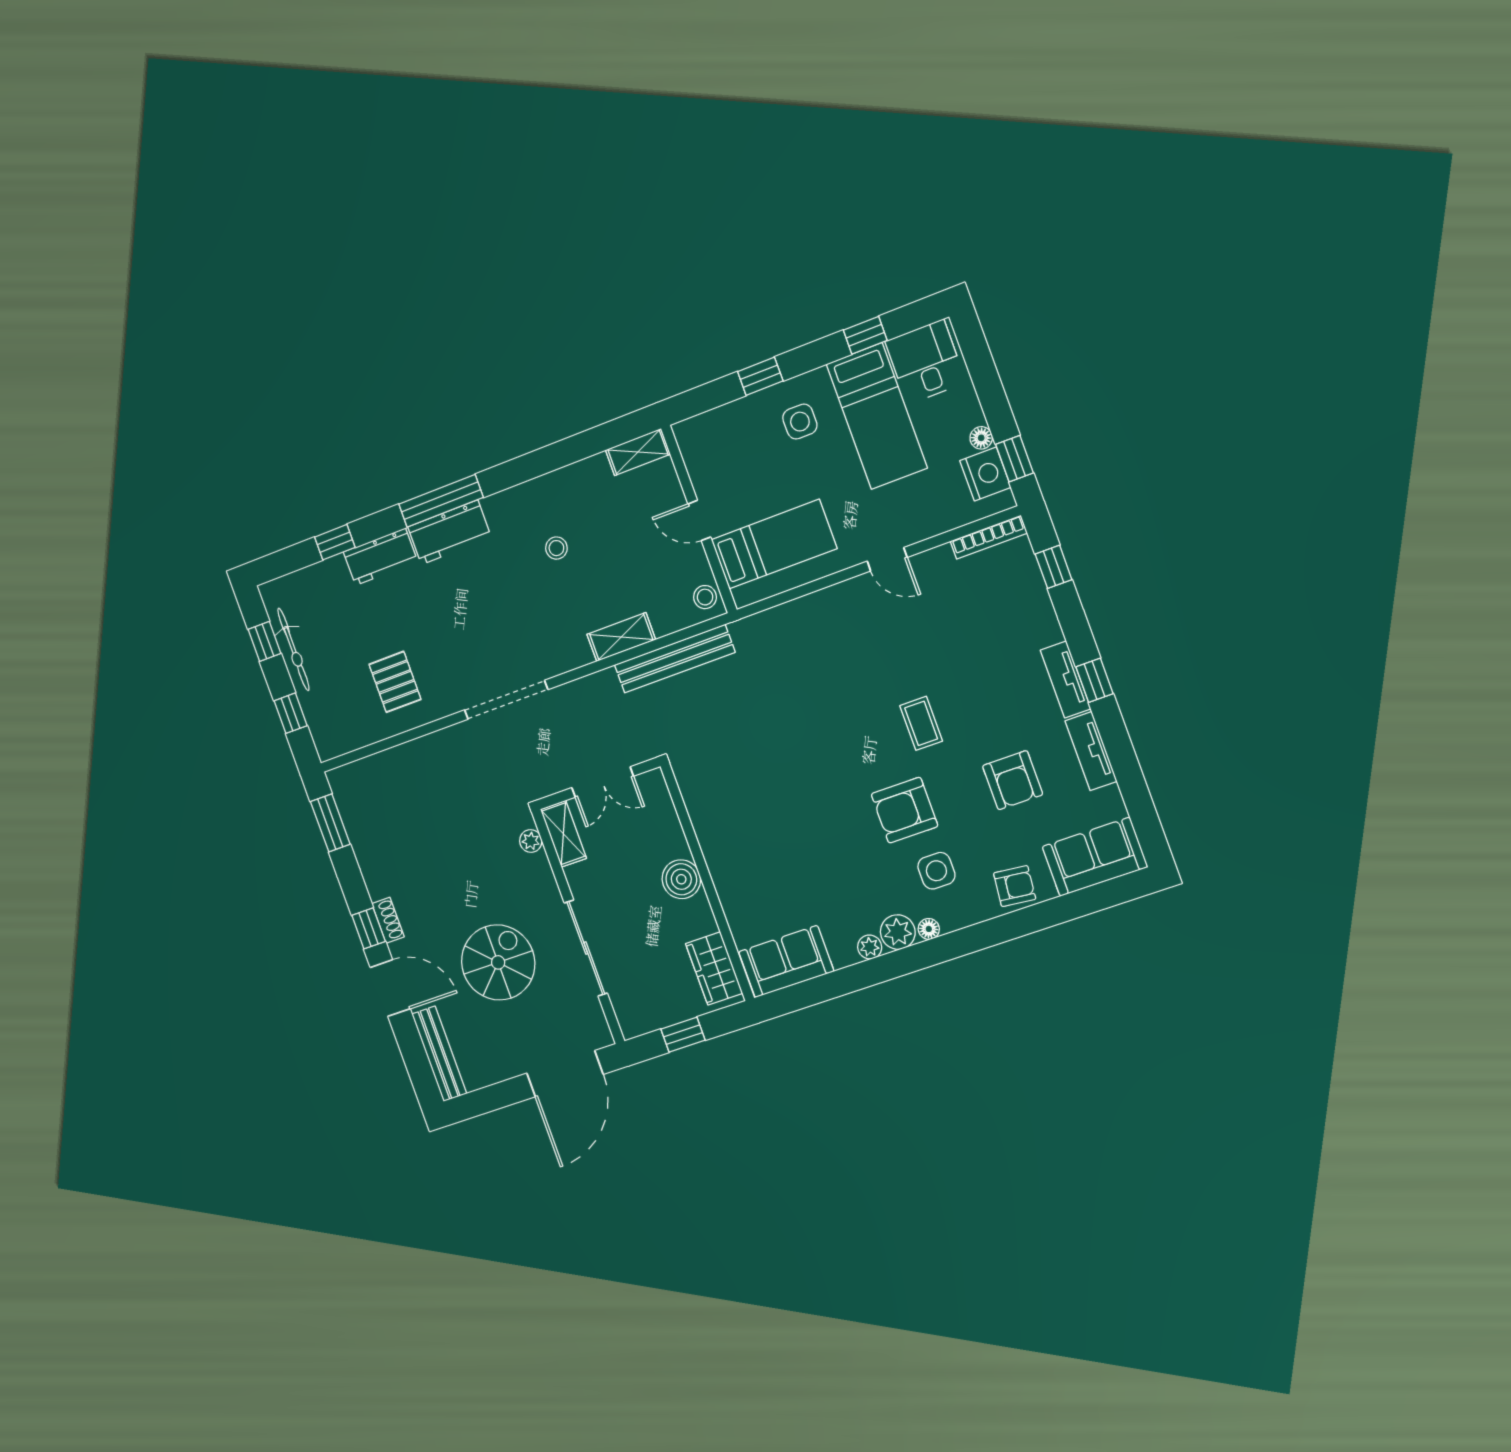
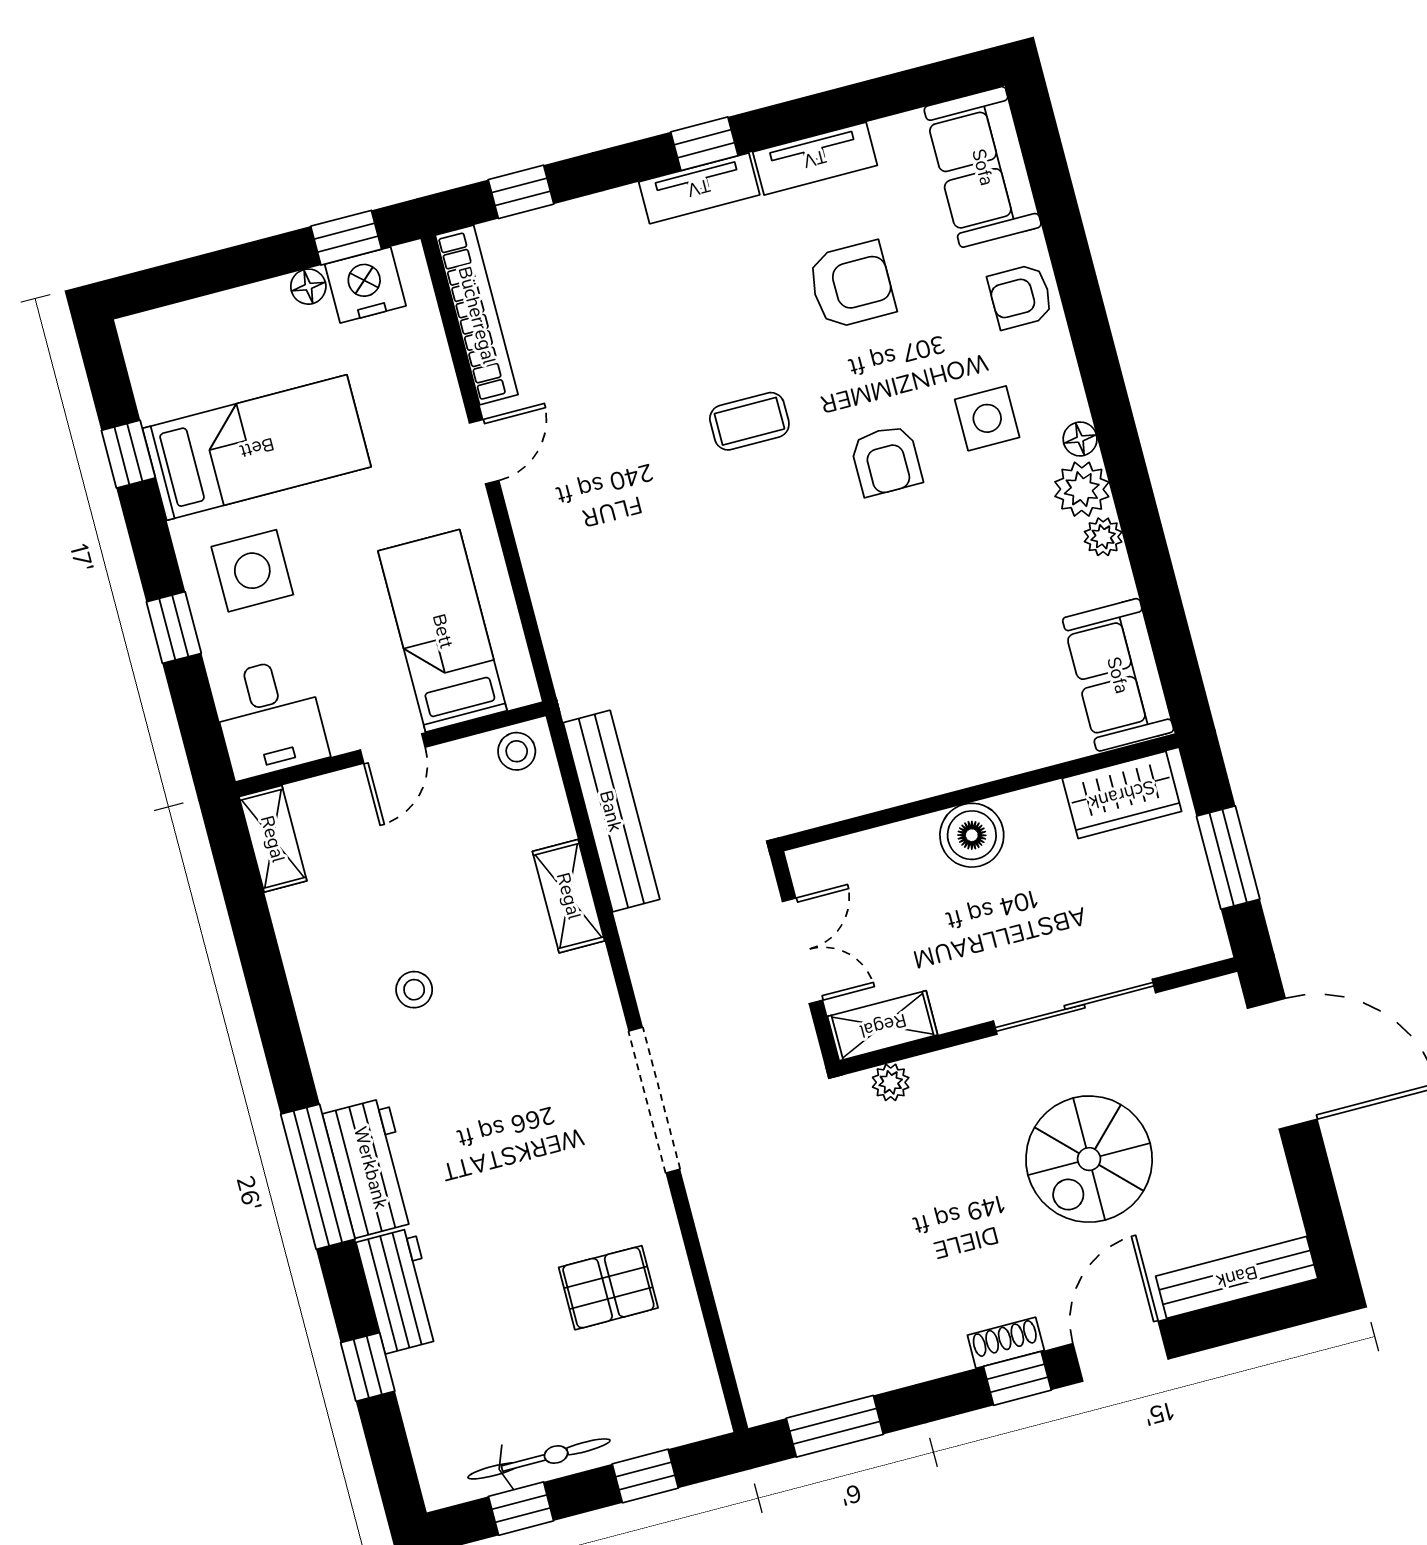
desk: (925, 362) -> (270, 718), moved, turned -90
side table: (800, 422) -> (252, 571), width x1.37, depth x1.37
bookcase: (989, 537) -> (477, 315), width x1.48, depth x1.31
armchair: (905, 810) -> (886, 460), width x0.72, depth x0.72
armchair: (1015, 886) -> (1020, 296), turned -96
spiral stairs: (498, 962) -> (1089, 1159), turned -90
window: (683, 1035) -> (1228, 858), width x1.50

